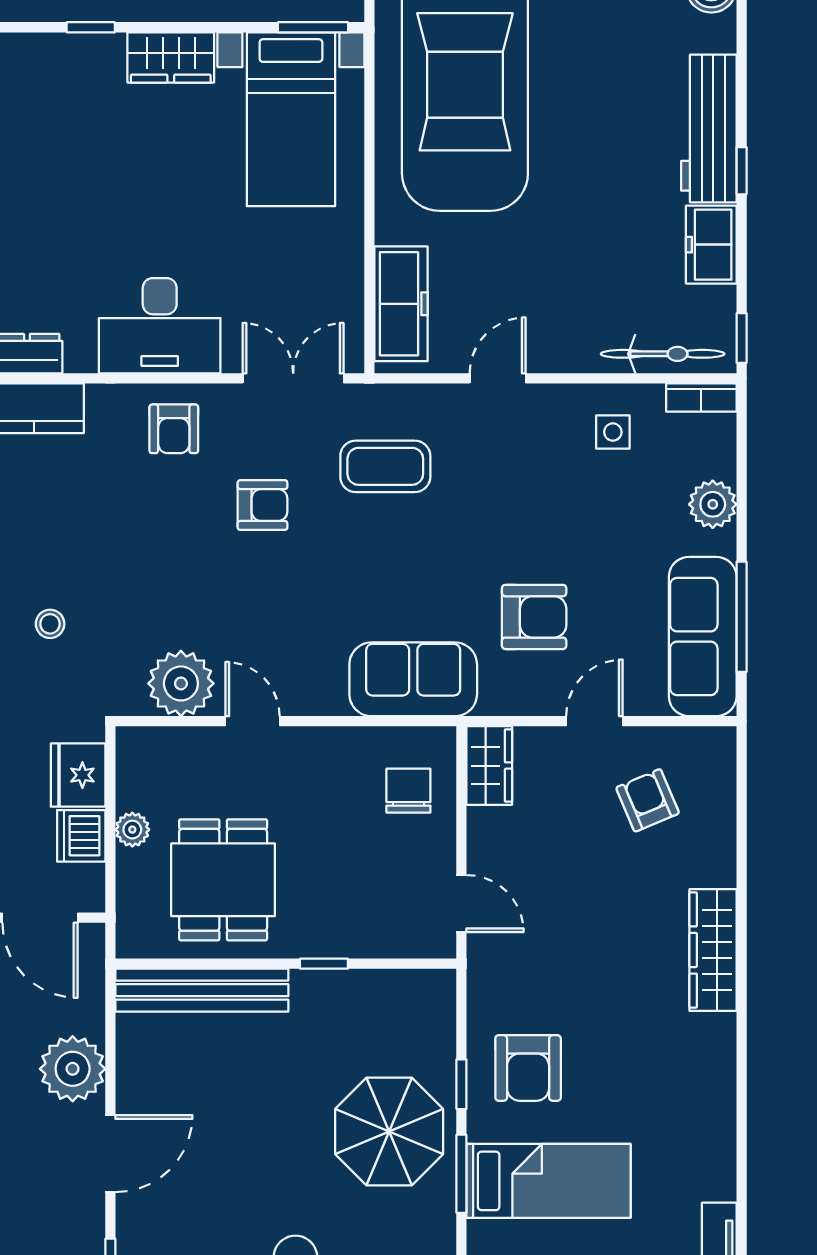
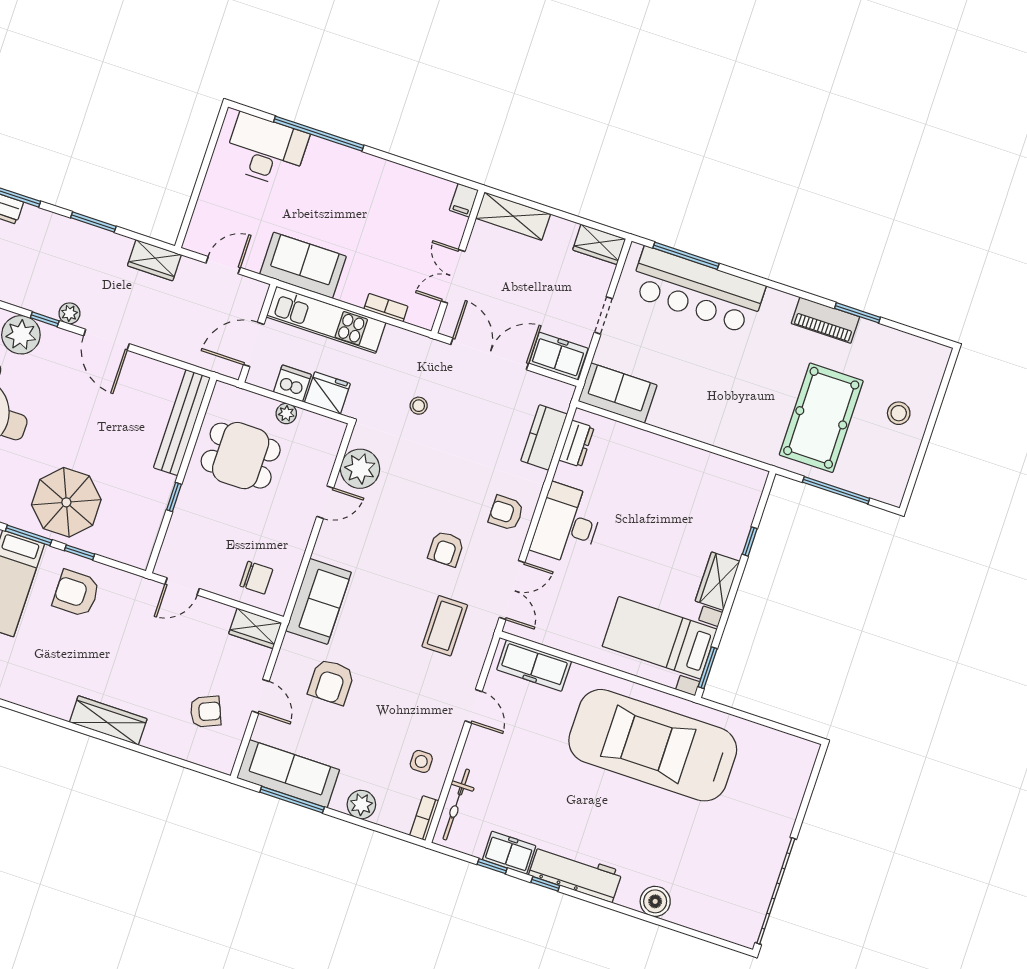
window: (742, 338) -> (492, 866), moved
plant: (73, 1069) -> (69, 313), moved, width x0.53, depth x0.53

